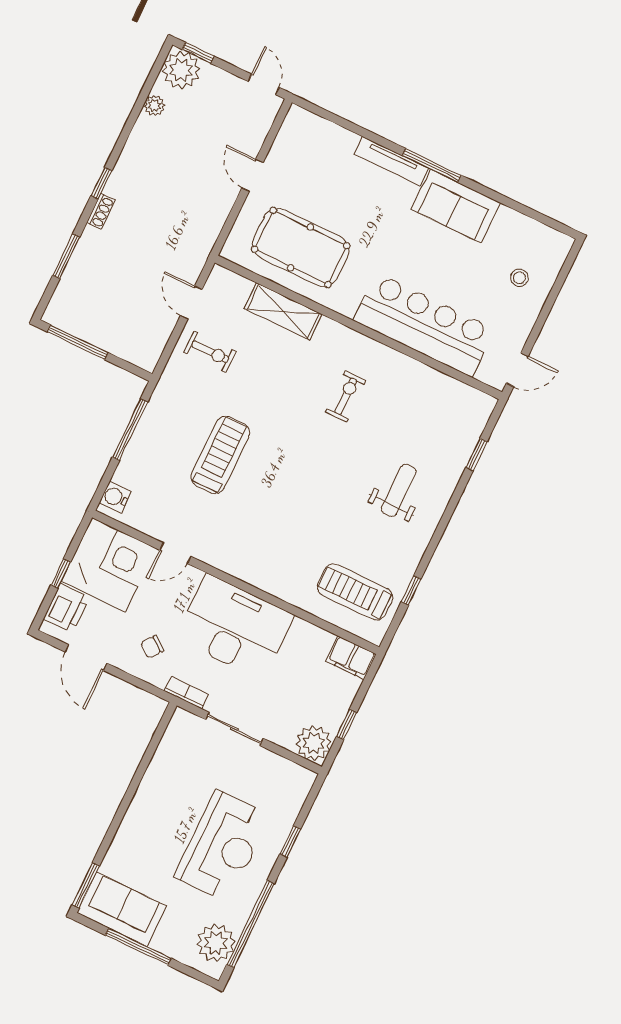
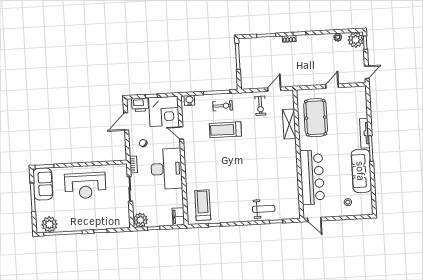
sofa: (456, 206) -> (361, 171), width x1.36
exercise bike: (346, 396) -> (223, 106), moved
treadmill: (220, 455) -> (225, 130), turned 180
weight bench: (399, 490) -> (264, 209), moved
reception desk: (223, 846) -> (85, 186), moved

